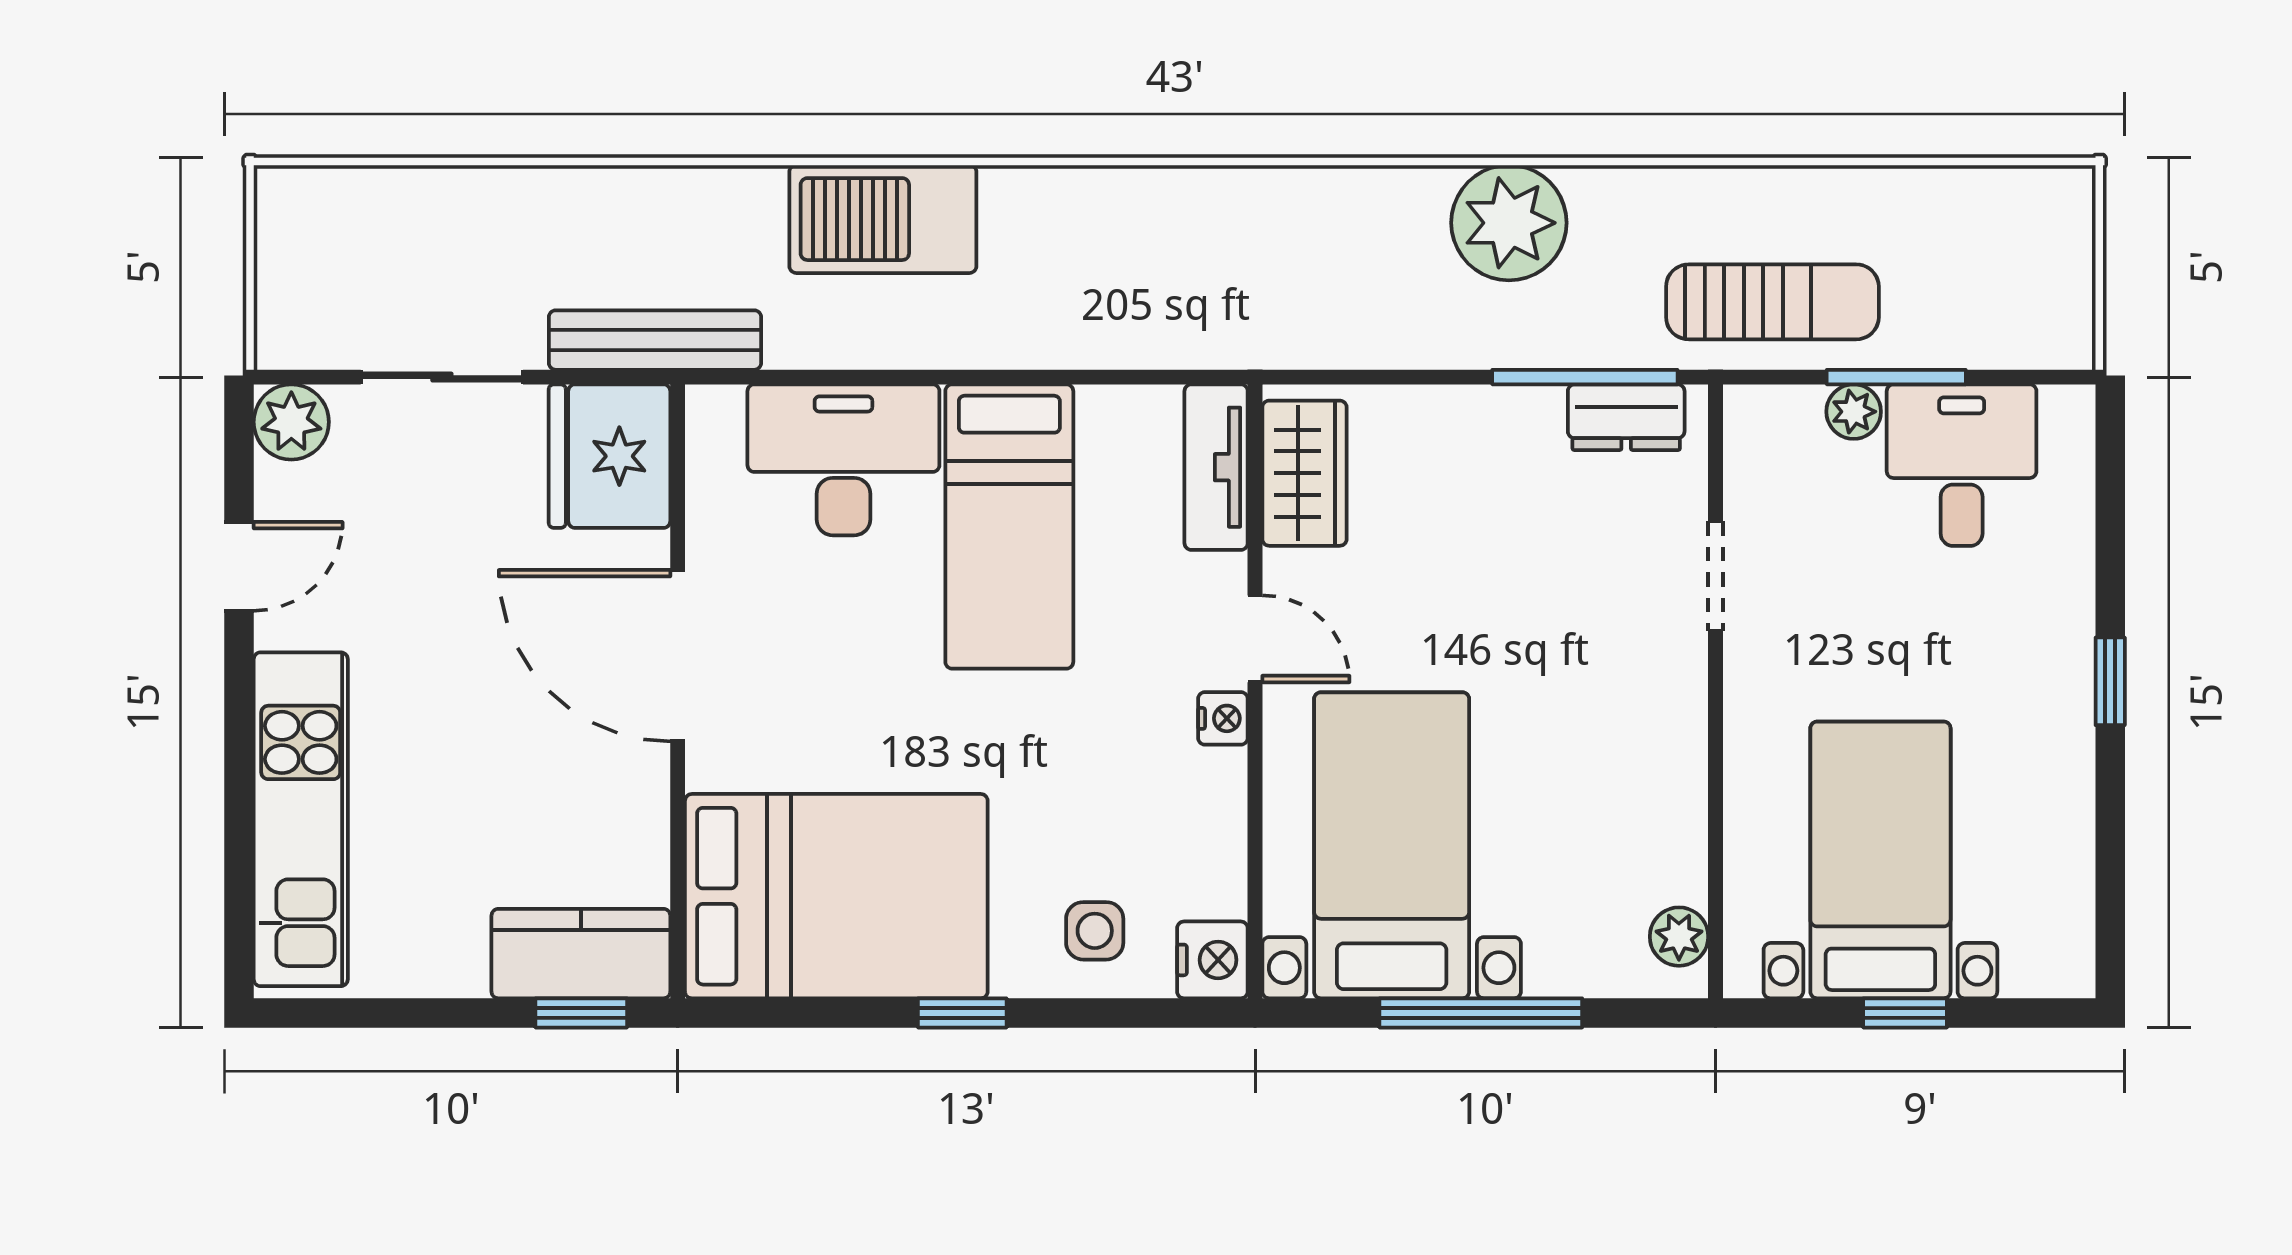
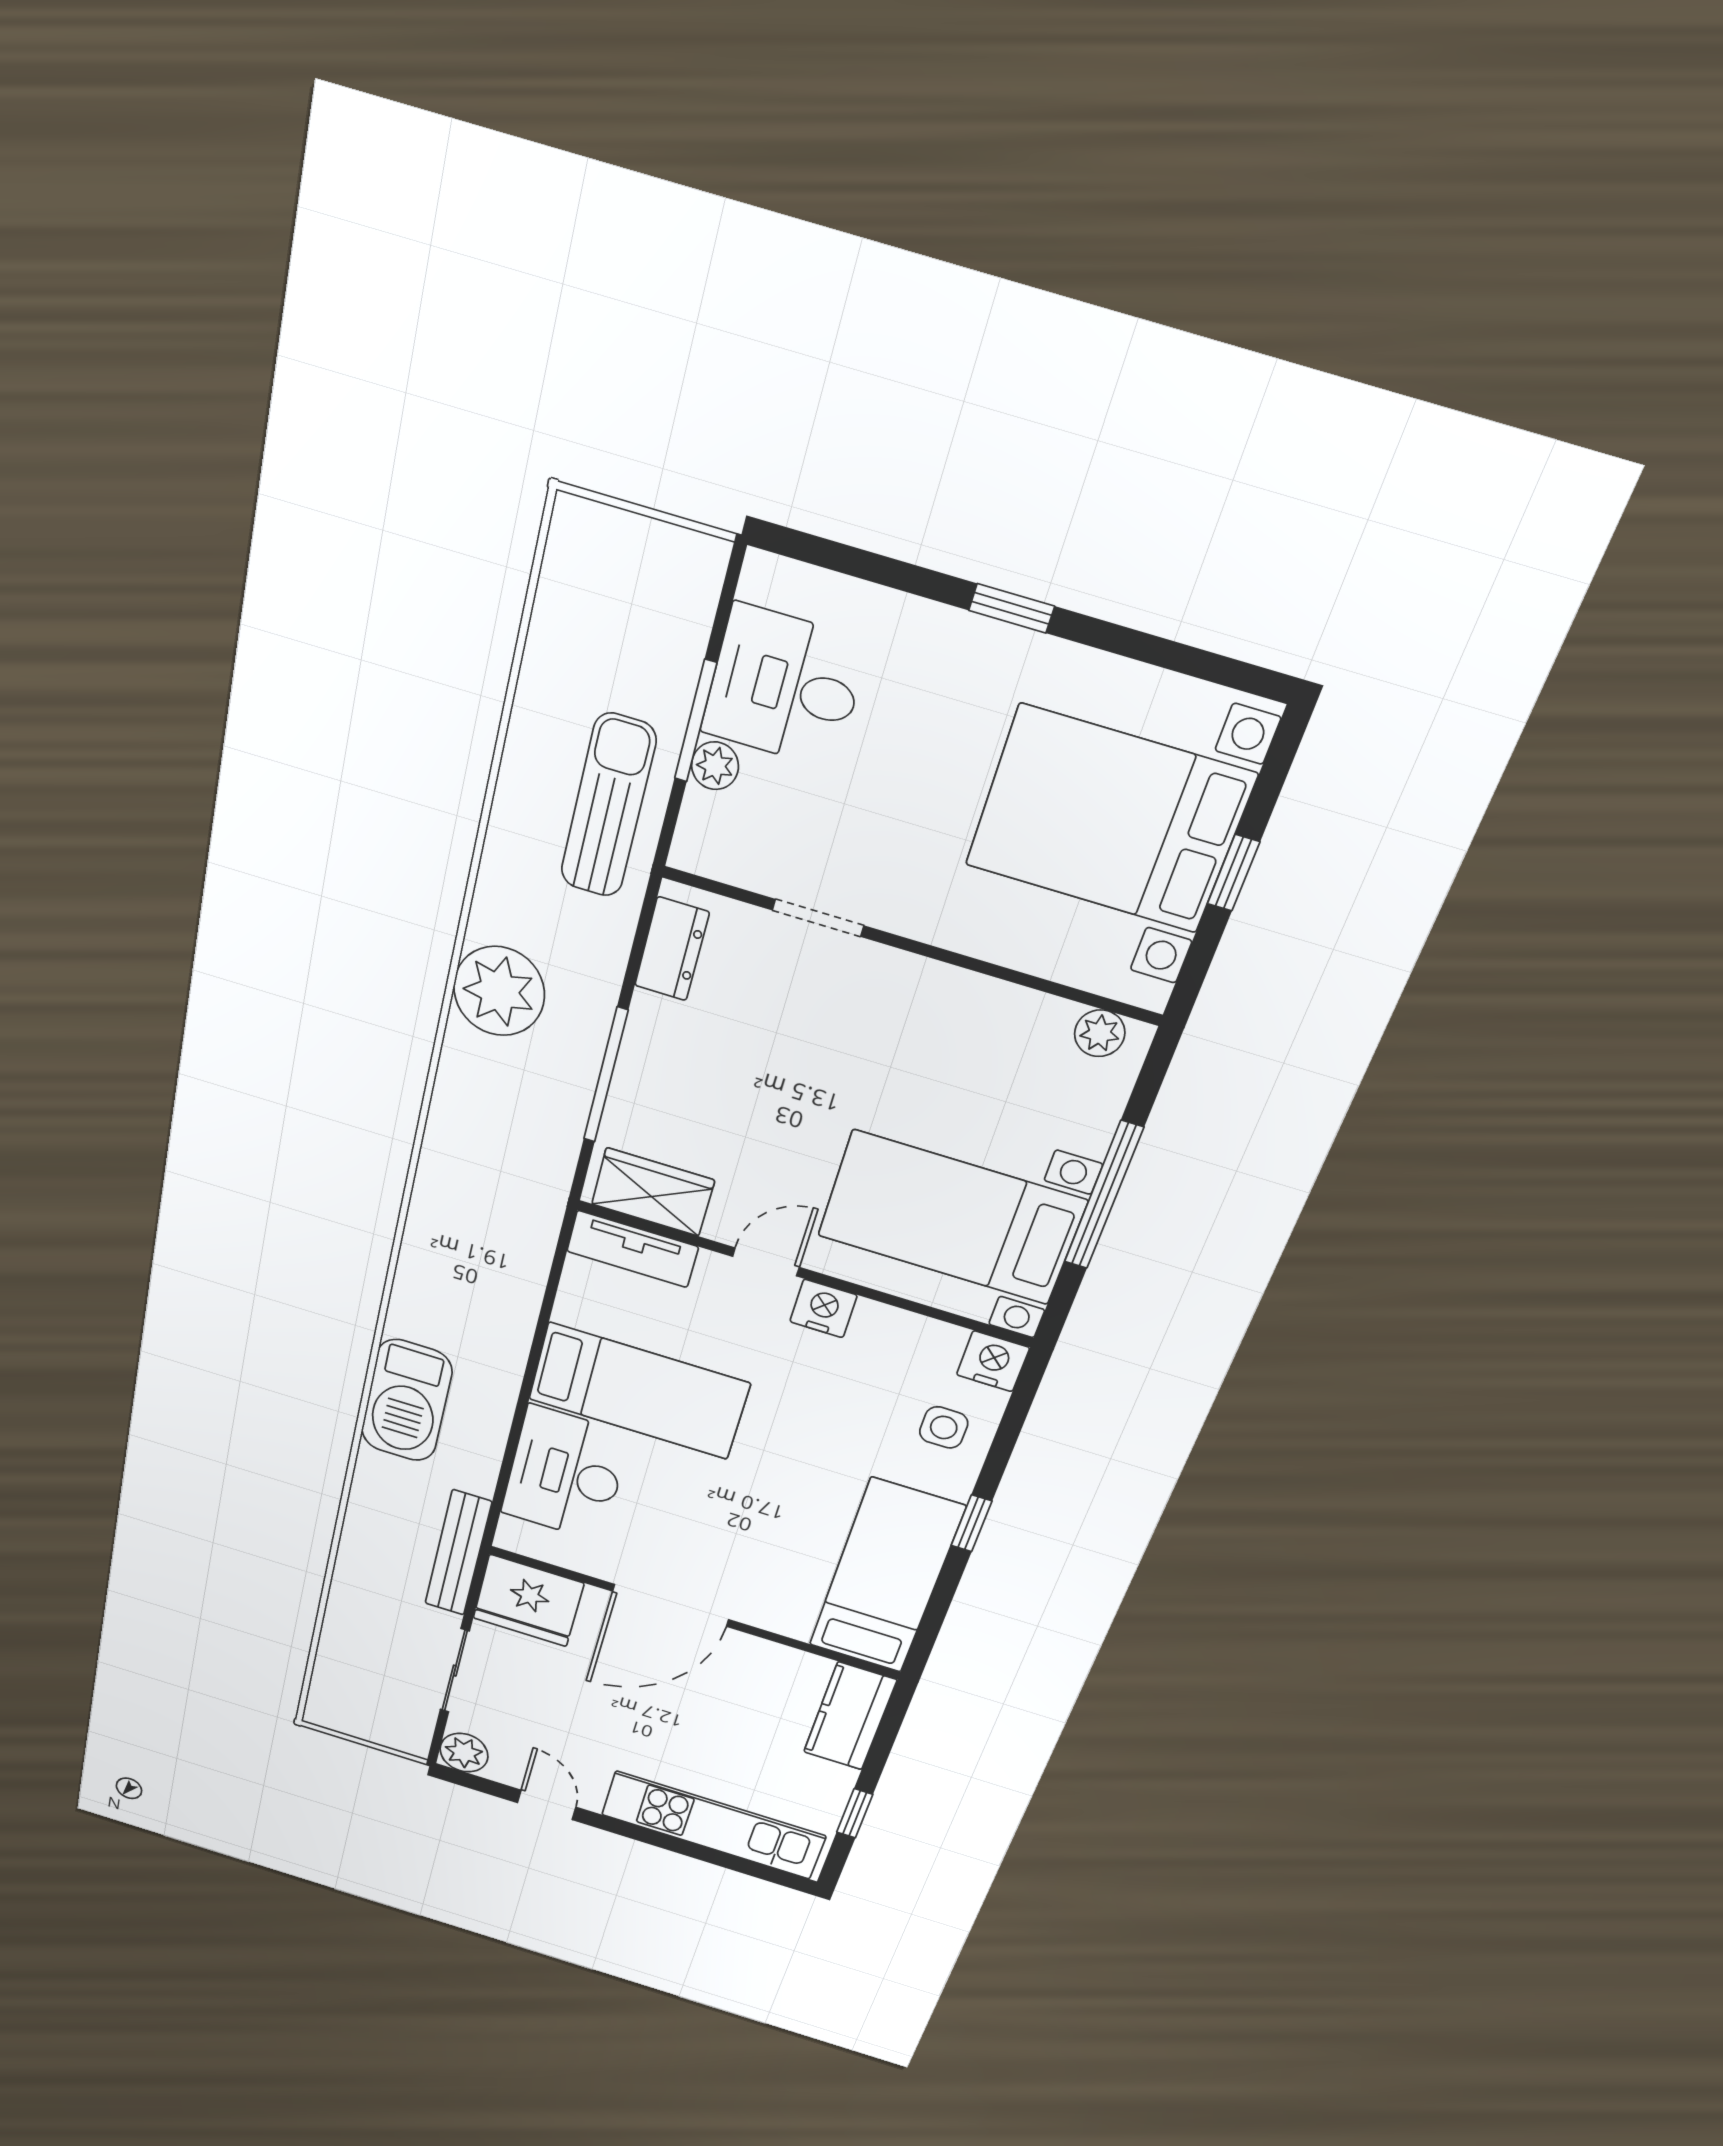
window: (1585, 377) -> (606, 1075), moved
nightstand: (1223, 718) -> (823, 1308), width x1.39, depth x1.35
bed with nightstands: (1880, 860) -> (1109, 820), width x1.36
bed: (836, 896) -> (886, 1577), width x0.67
window: (581, 1013) -> (855, 1813), moved

